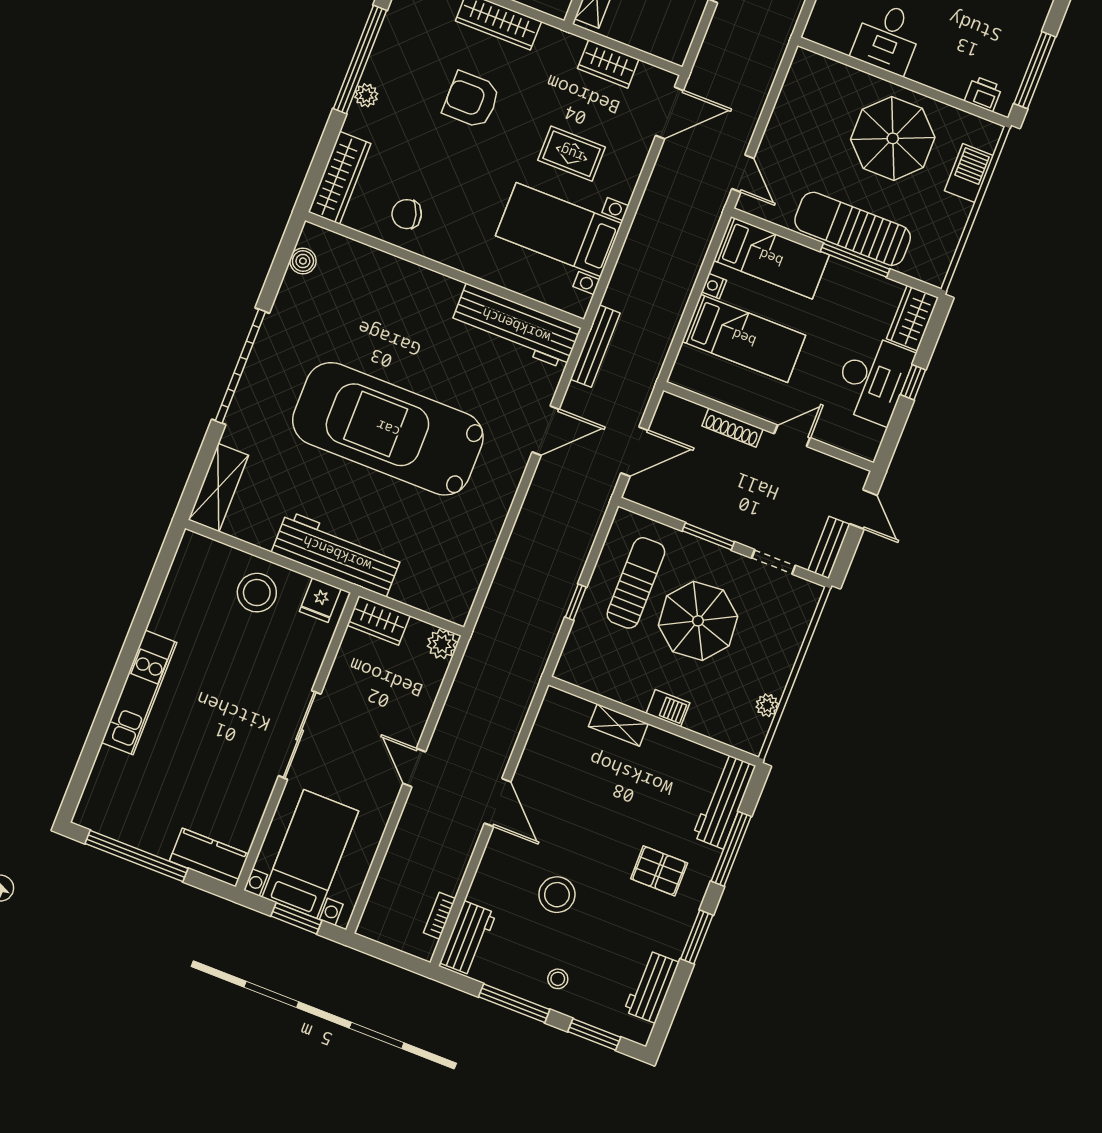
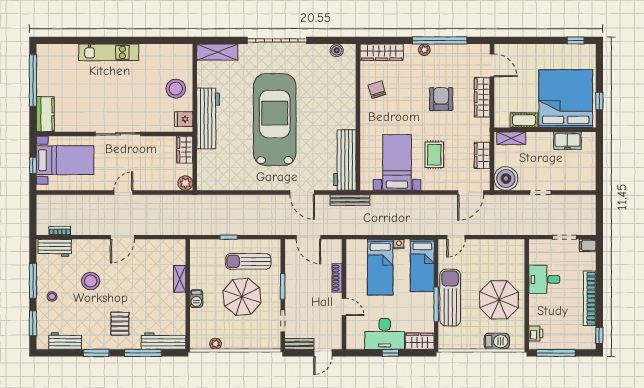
boiler: (669, 36) -> (506, 179), added
door: (670, 113) -> (471, 193), hinge flipped
sun lounger: (636, 583) -> (248, 261), turned 180
window: (296, 918) -> (33, 165), width x0.67

